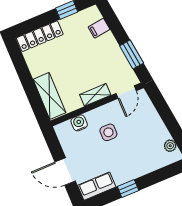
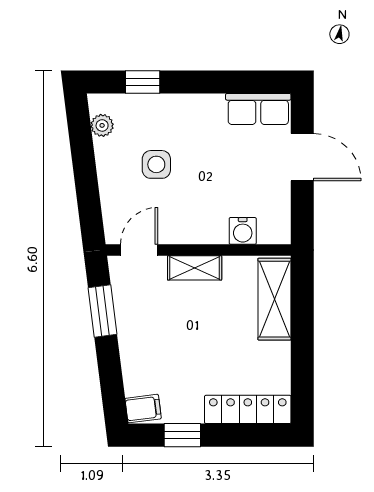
filing cabinet: (99, 28) -> (143, 409), moved
side table: (108, 132) -> (156, 164), moved
window: (128, 189) -> (143, 82), moved

